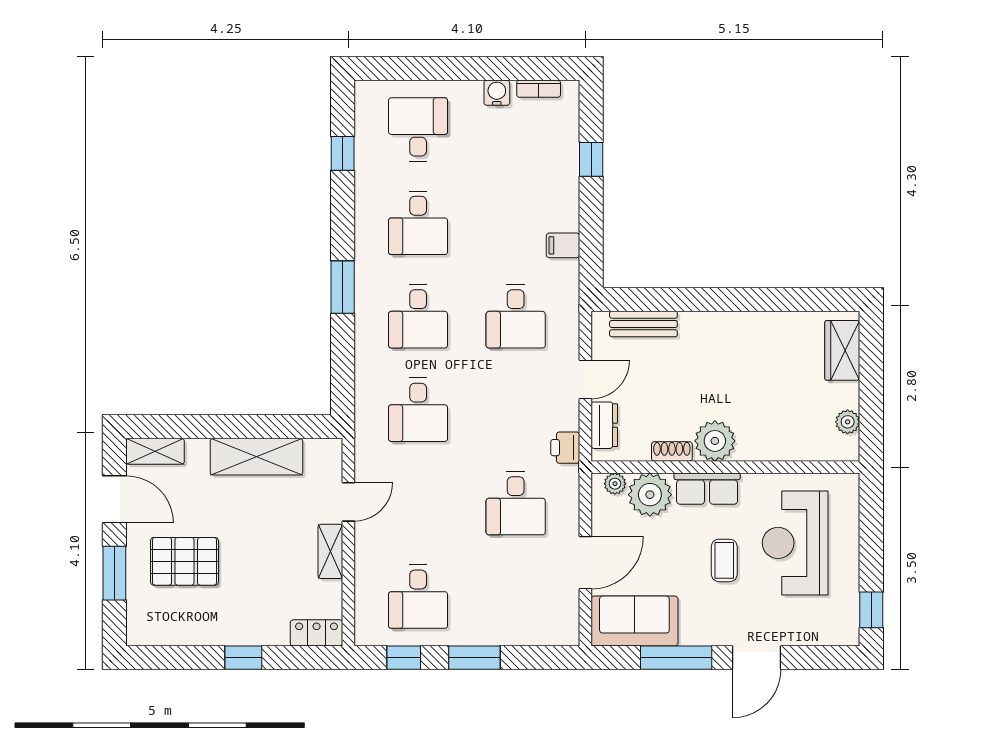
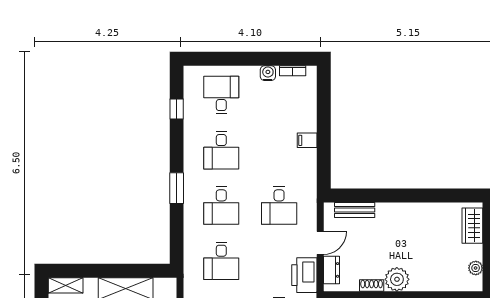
window: (591, 159) -> (324, 113), removed
filing cabinet: (563, 245) -> (307, 140), moved
printer: (565, 448) -> (304, 275), width x1.87, depth x1.48

